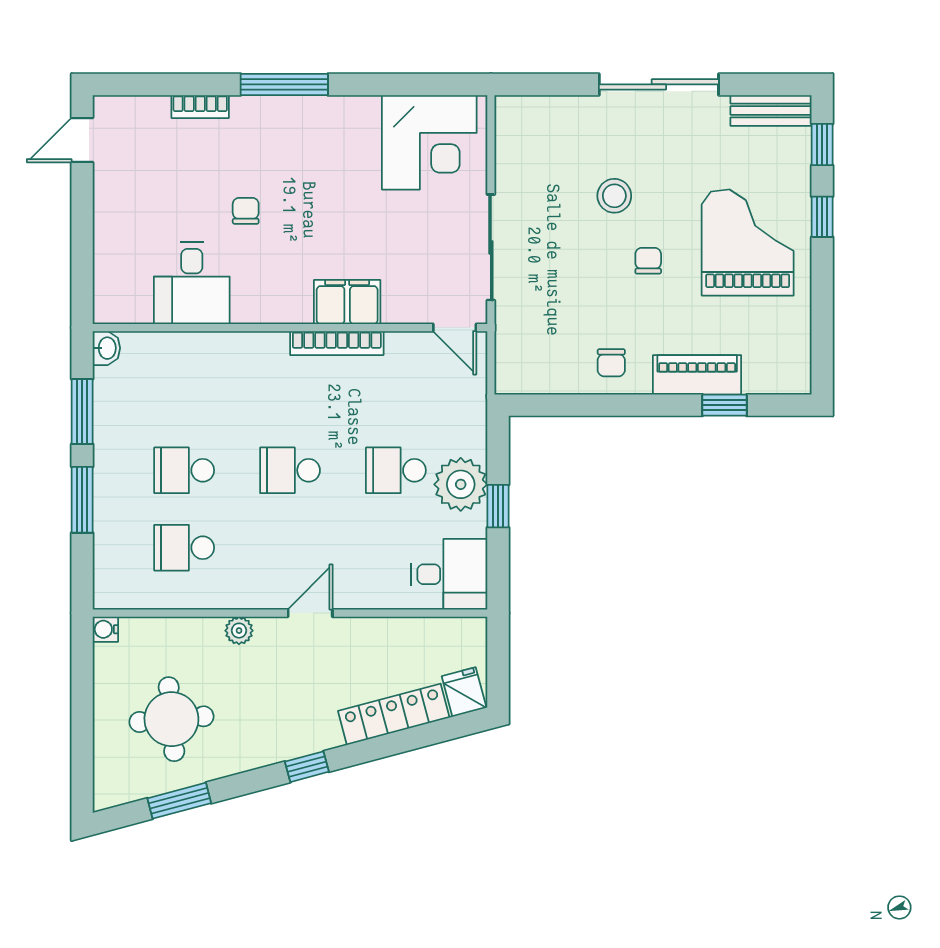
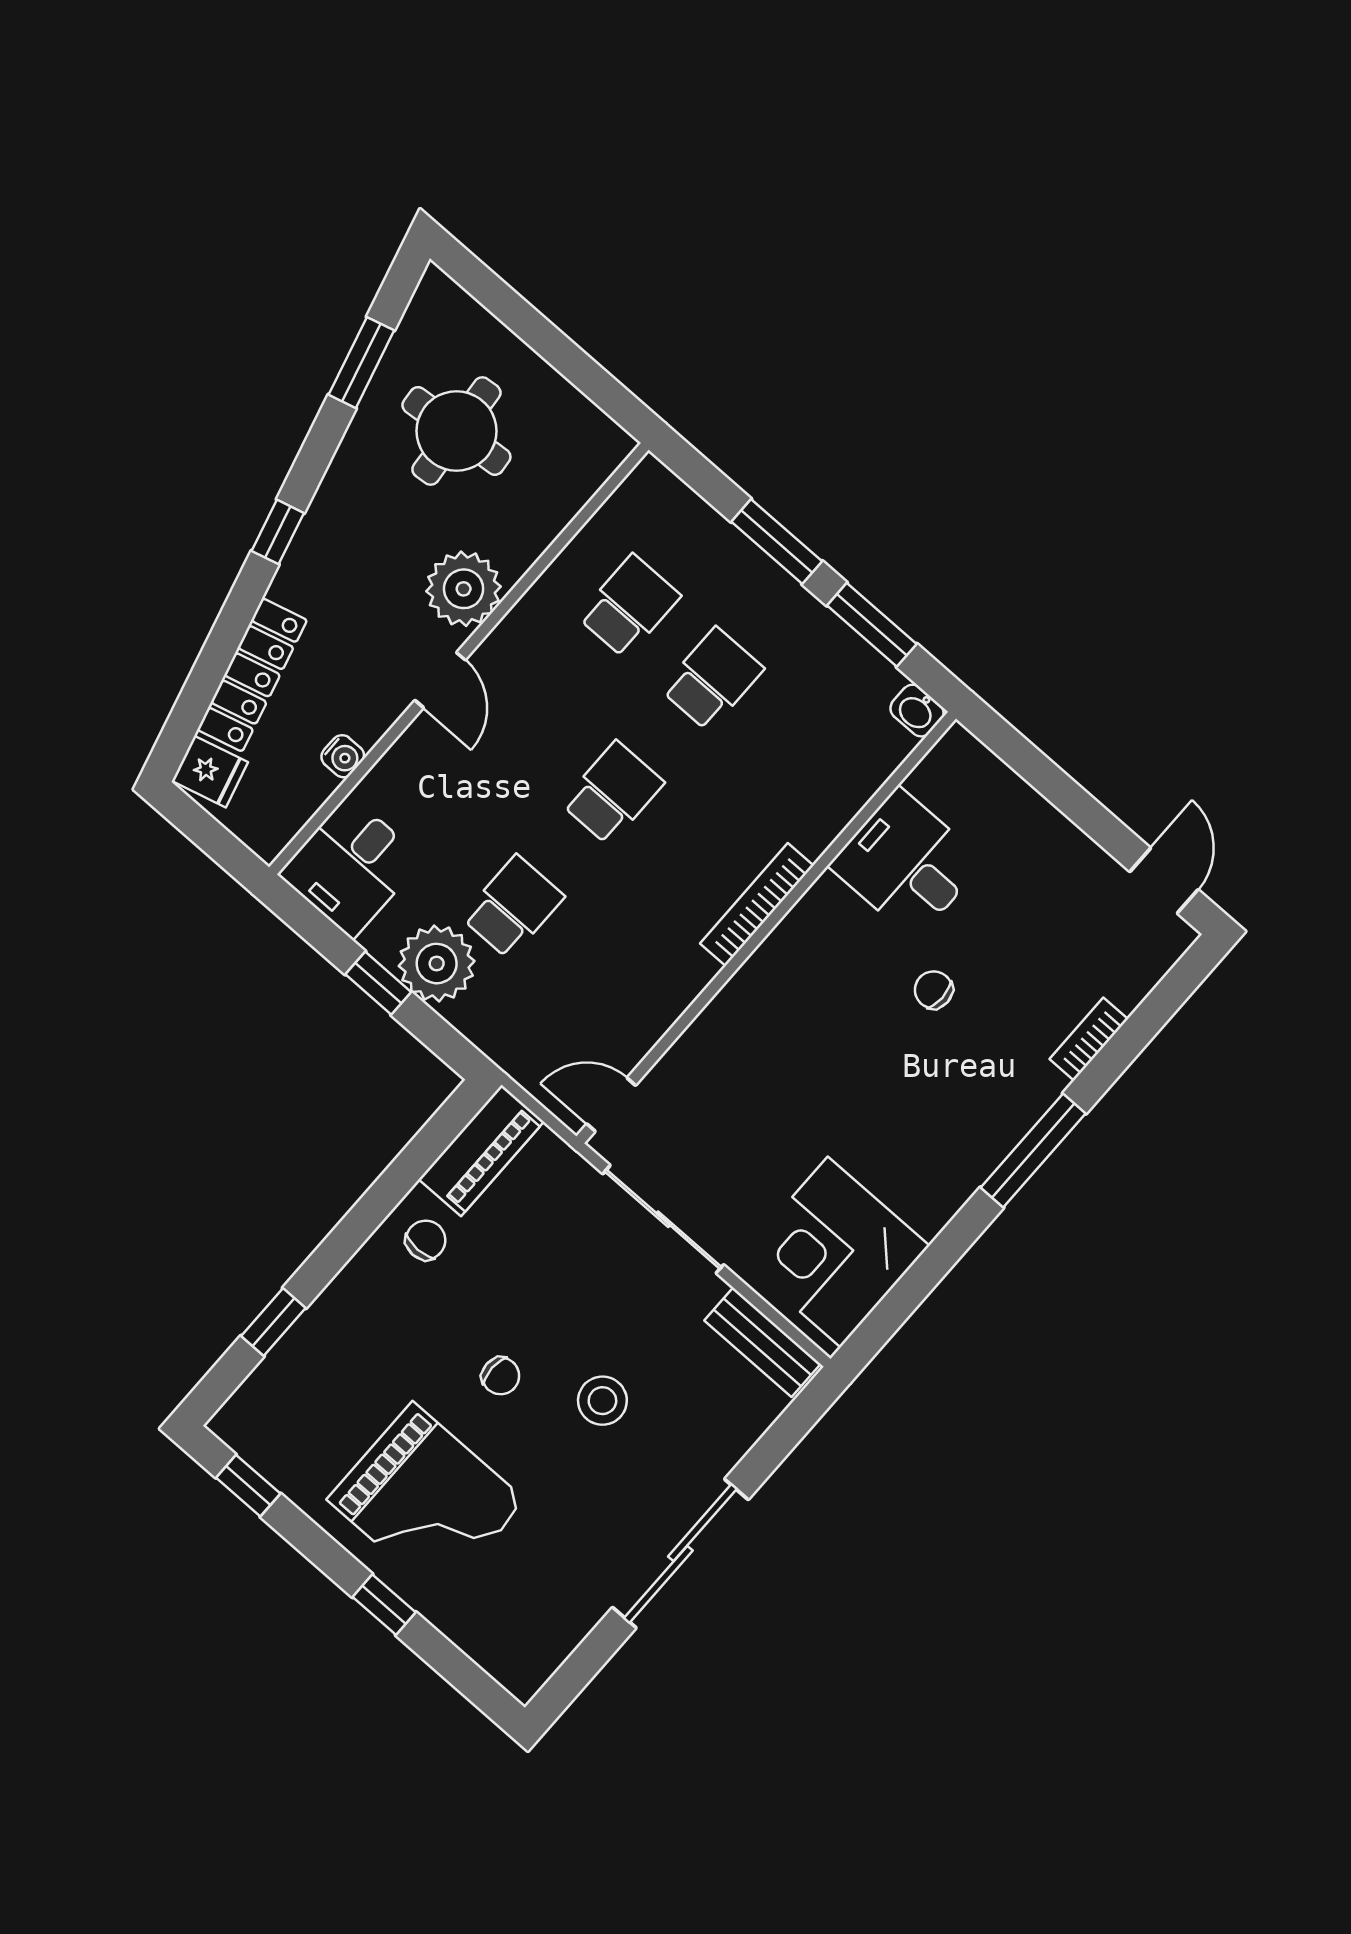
bench: (771, 110) -> (762, 1342), moved, turned 90
window: (822, 145) -> (248, 1486), moved
chair: (246, 211) -> (934, 990), turned 180
filing cabinet: (347, 302) -> (740, 1013), removed
bookcase: (337, 343) -> (757, 905), moved
chair: (611, 363) -> (426, 1240), turned 90
piano: (697, 375) -> (481, 1150), moved
water cooler: (105, 629) -> (343, 756), moved, turned 90
plant: (239, 631) -> (464, 589), width x1.87, depth x1.87

